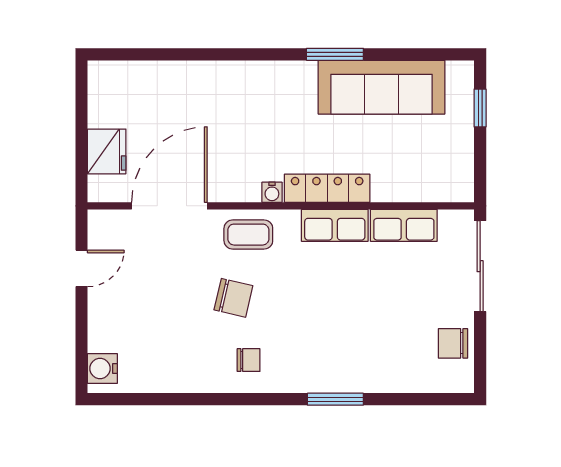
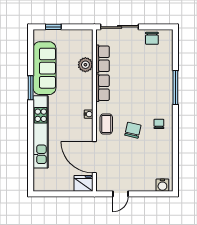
kitchen unit: (230, 78) -> (41, 132), added
fridge: (107, 151) -> (83, 183), moved
plant: (390, 185) -> (85, 65), added
locker: (327, 188) -> (87, 91), removed
door: (82, 268) -> (120, 194), swing flipped
window: (335, 399) -> (175, 87), width x1.44

